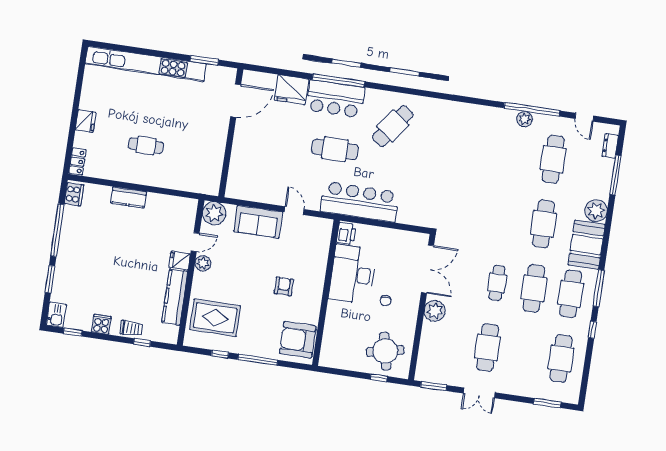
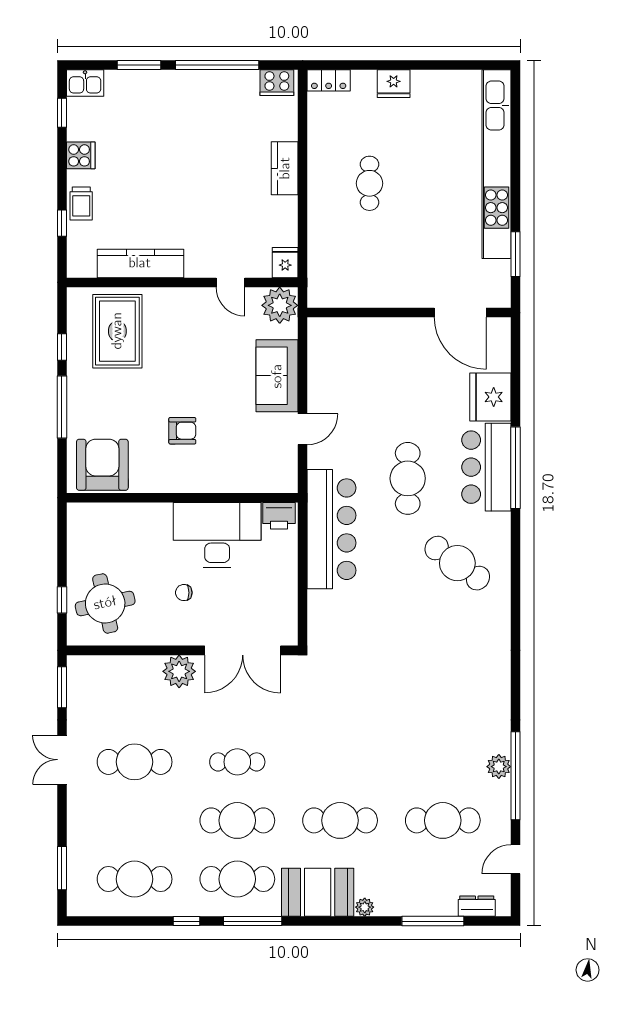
plant: (596, 211) -> (365, 907), width x0.53, depth x0.53
fridge: (180, 261) -> (285, 263), moved
plant: (203, 263) -> (199, 299), removed

